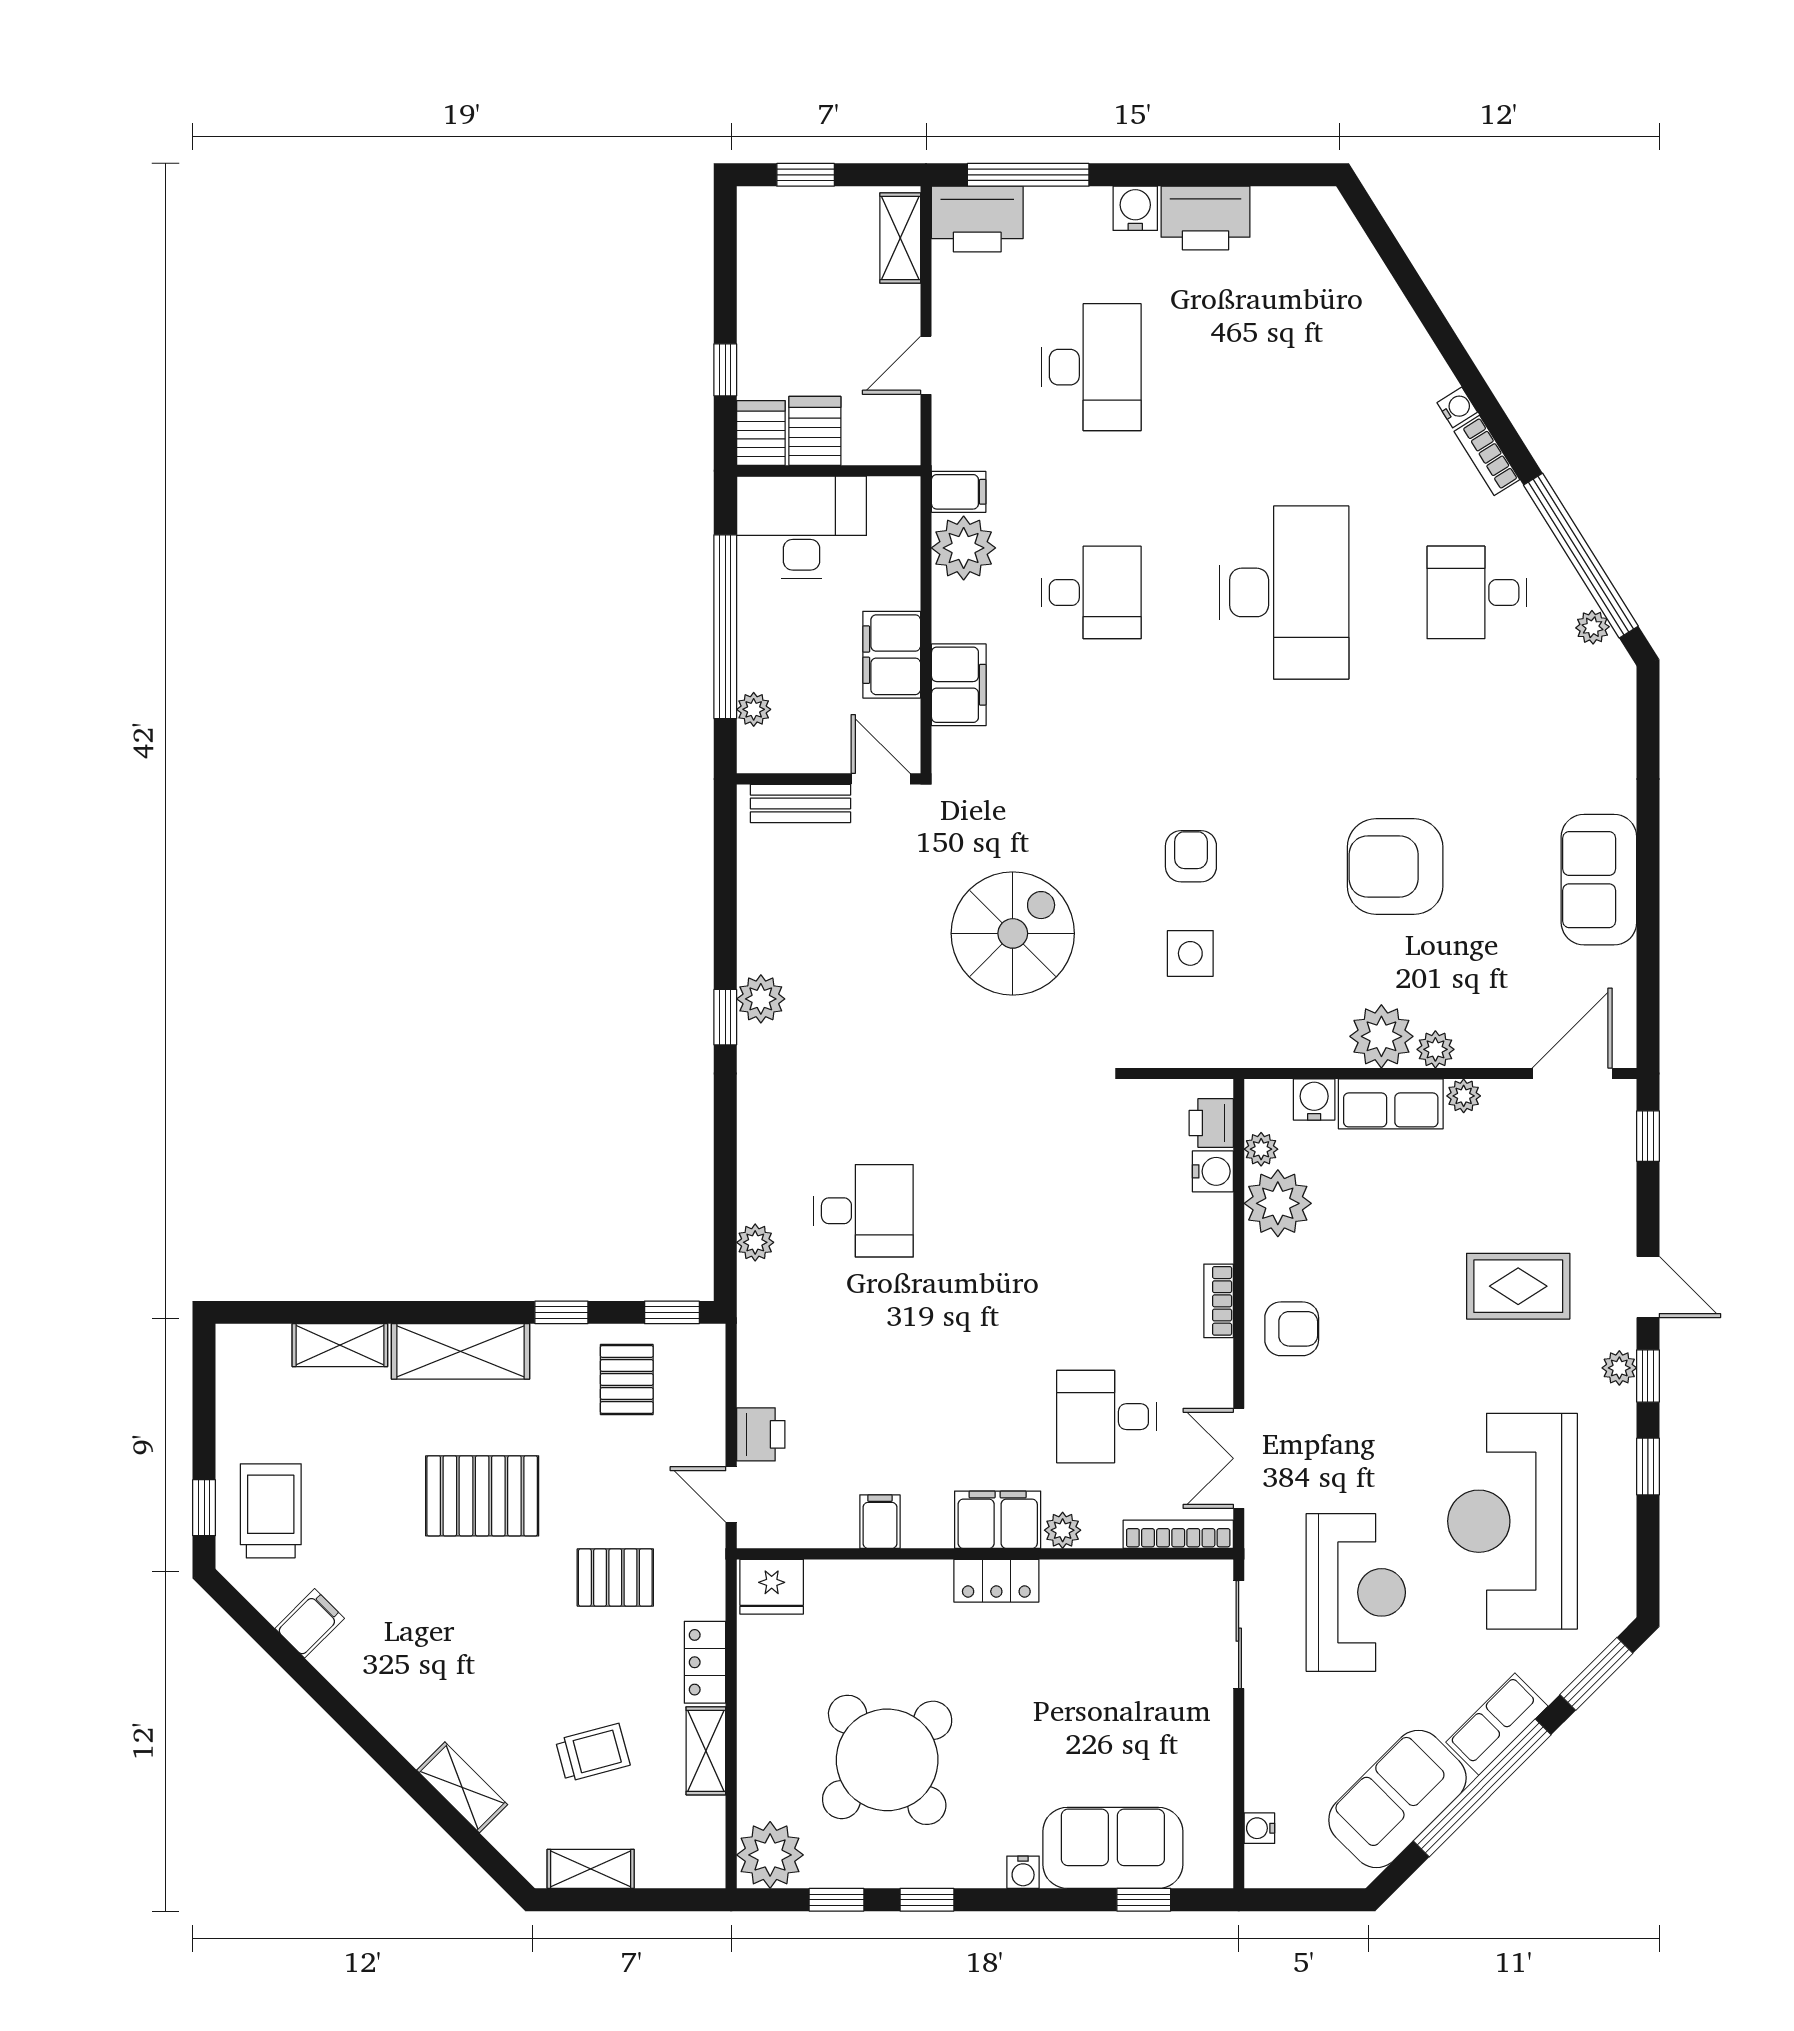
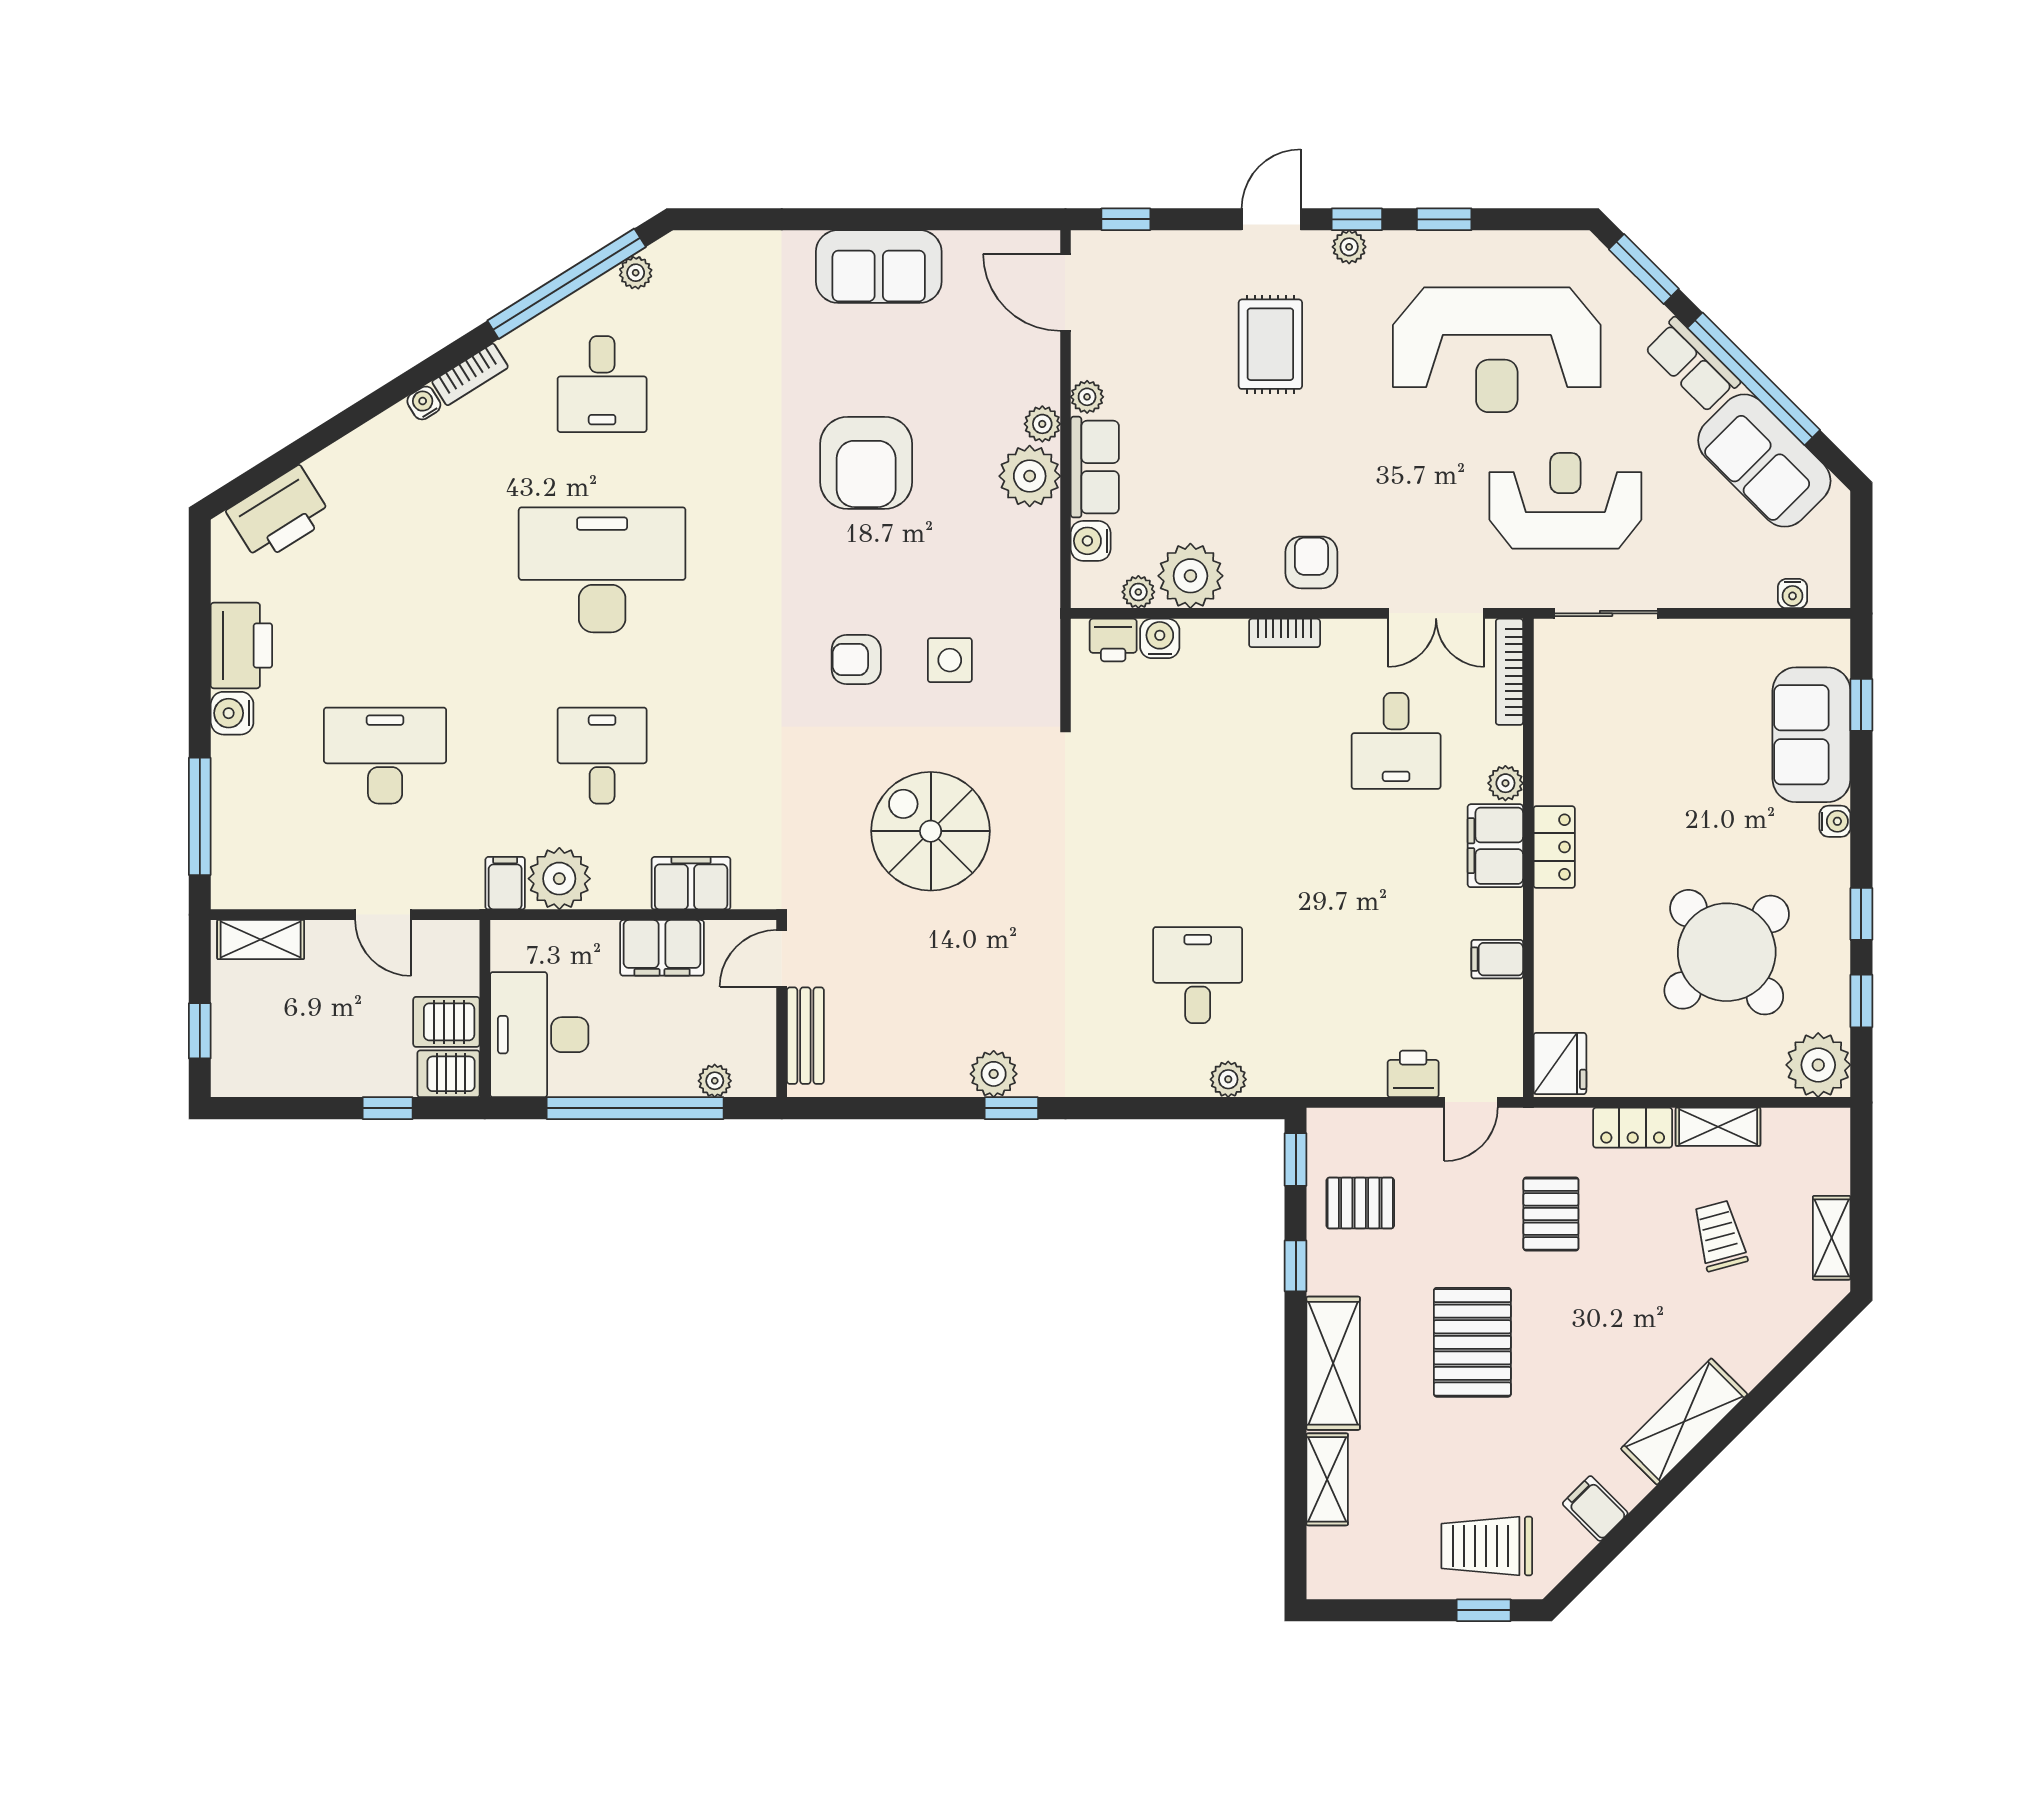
printer: (977, 219) -> (279, 514), moved, turned 58
shelving: (462, 1787) -> (1684, 1422), moved, width x1.50, depth x1.33

